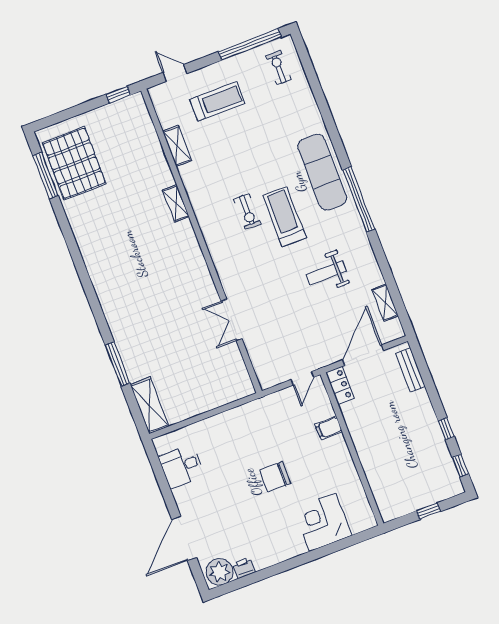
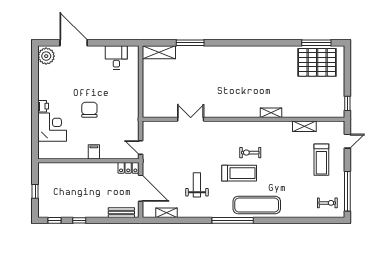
filing cabinet: (329, 428) -> (94, 152), moved
printer: (244, 568) -> (43, 106), moved

